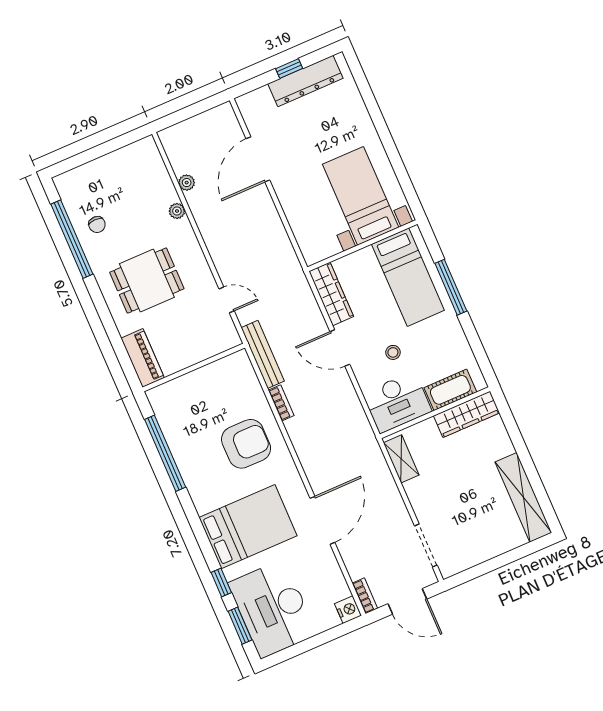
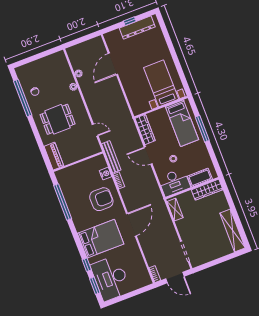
door: (322, 520) -> (131, 225), moved
nightstand: (348, 610) -> (106, 174), moved

